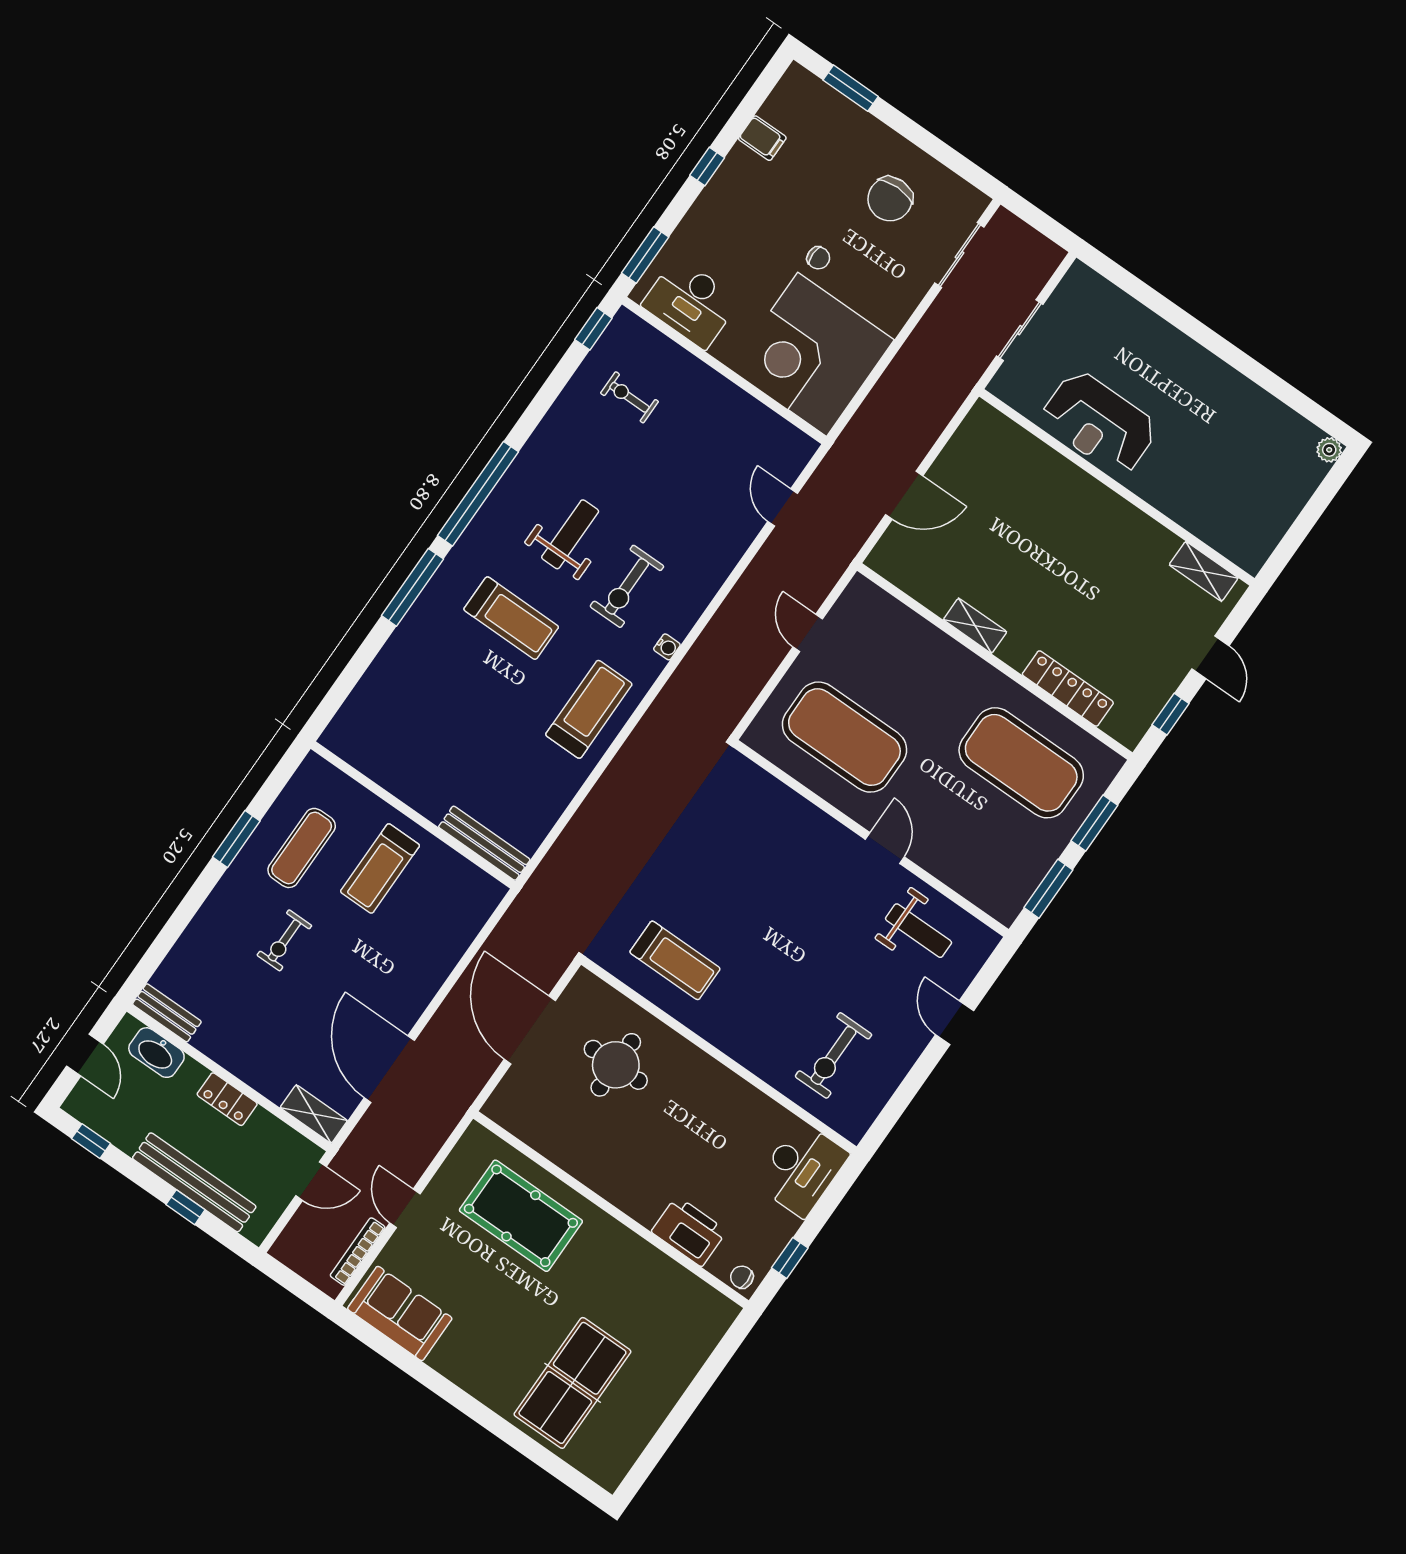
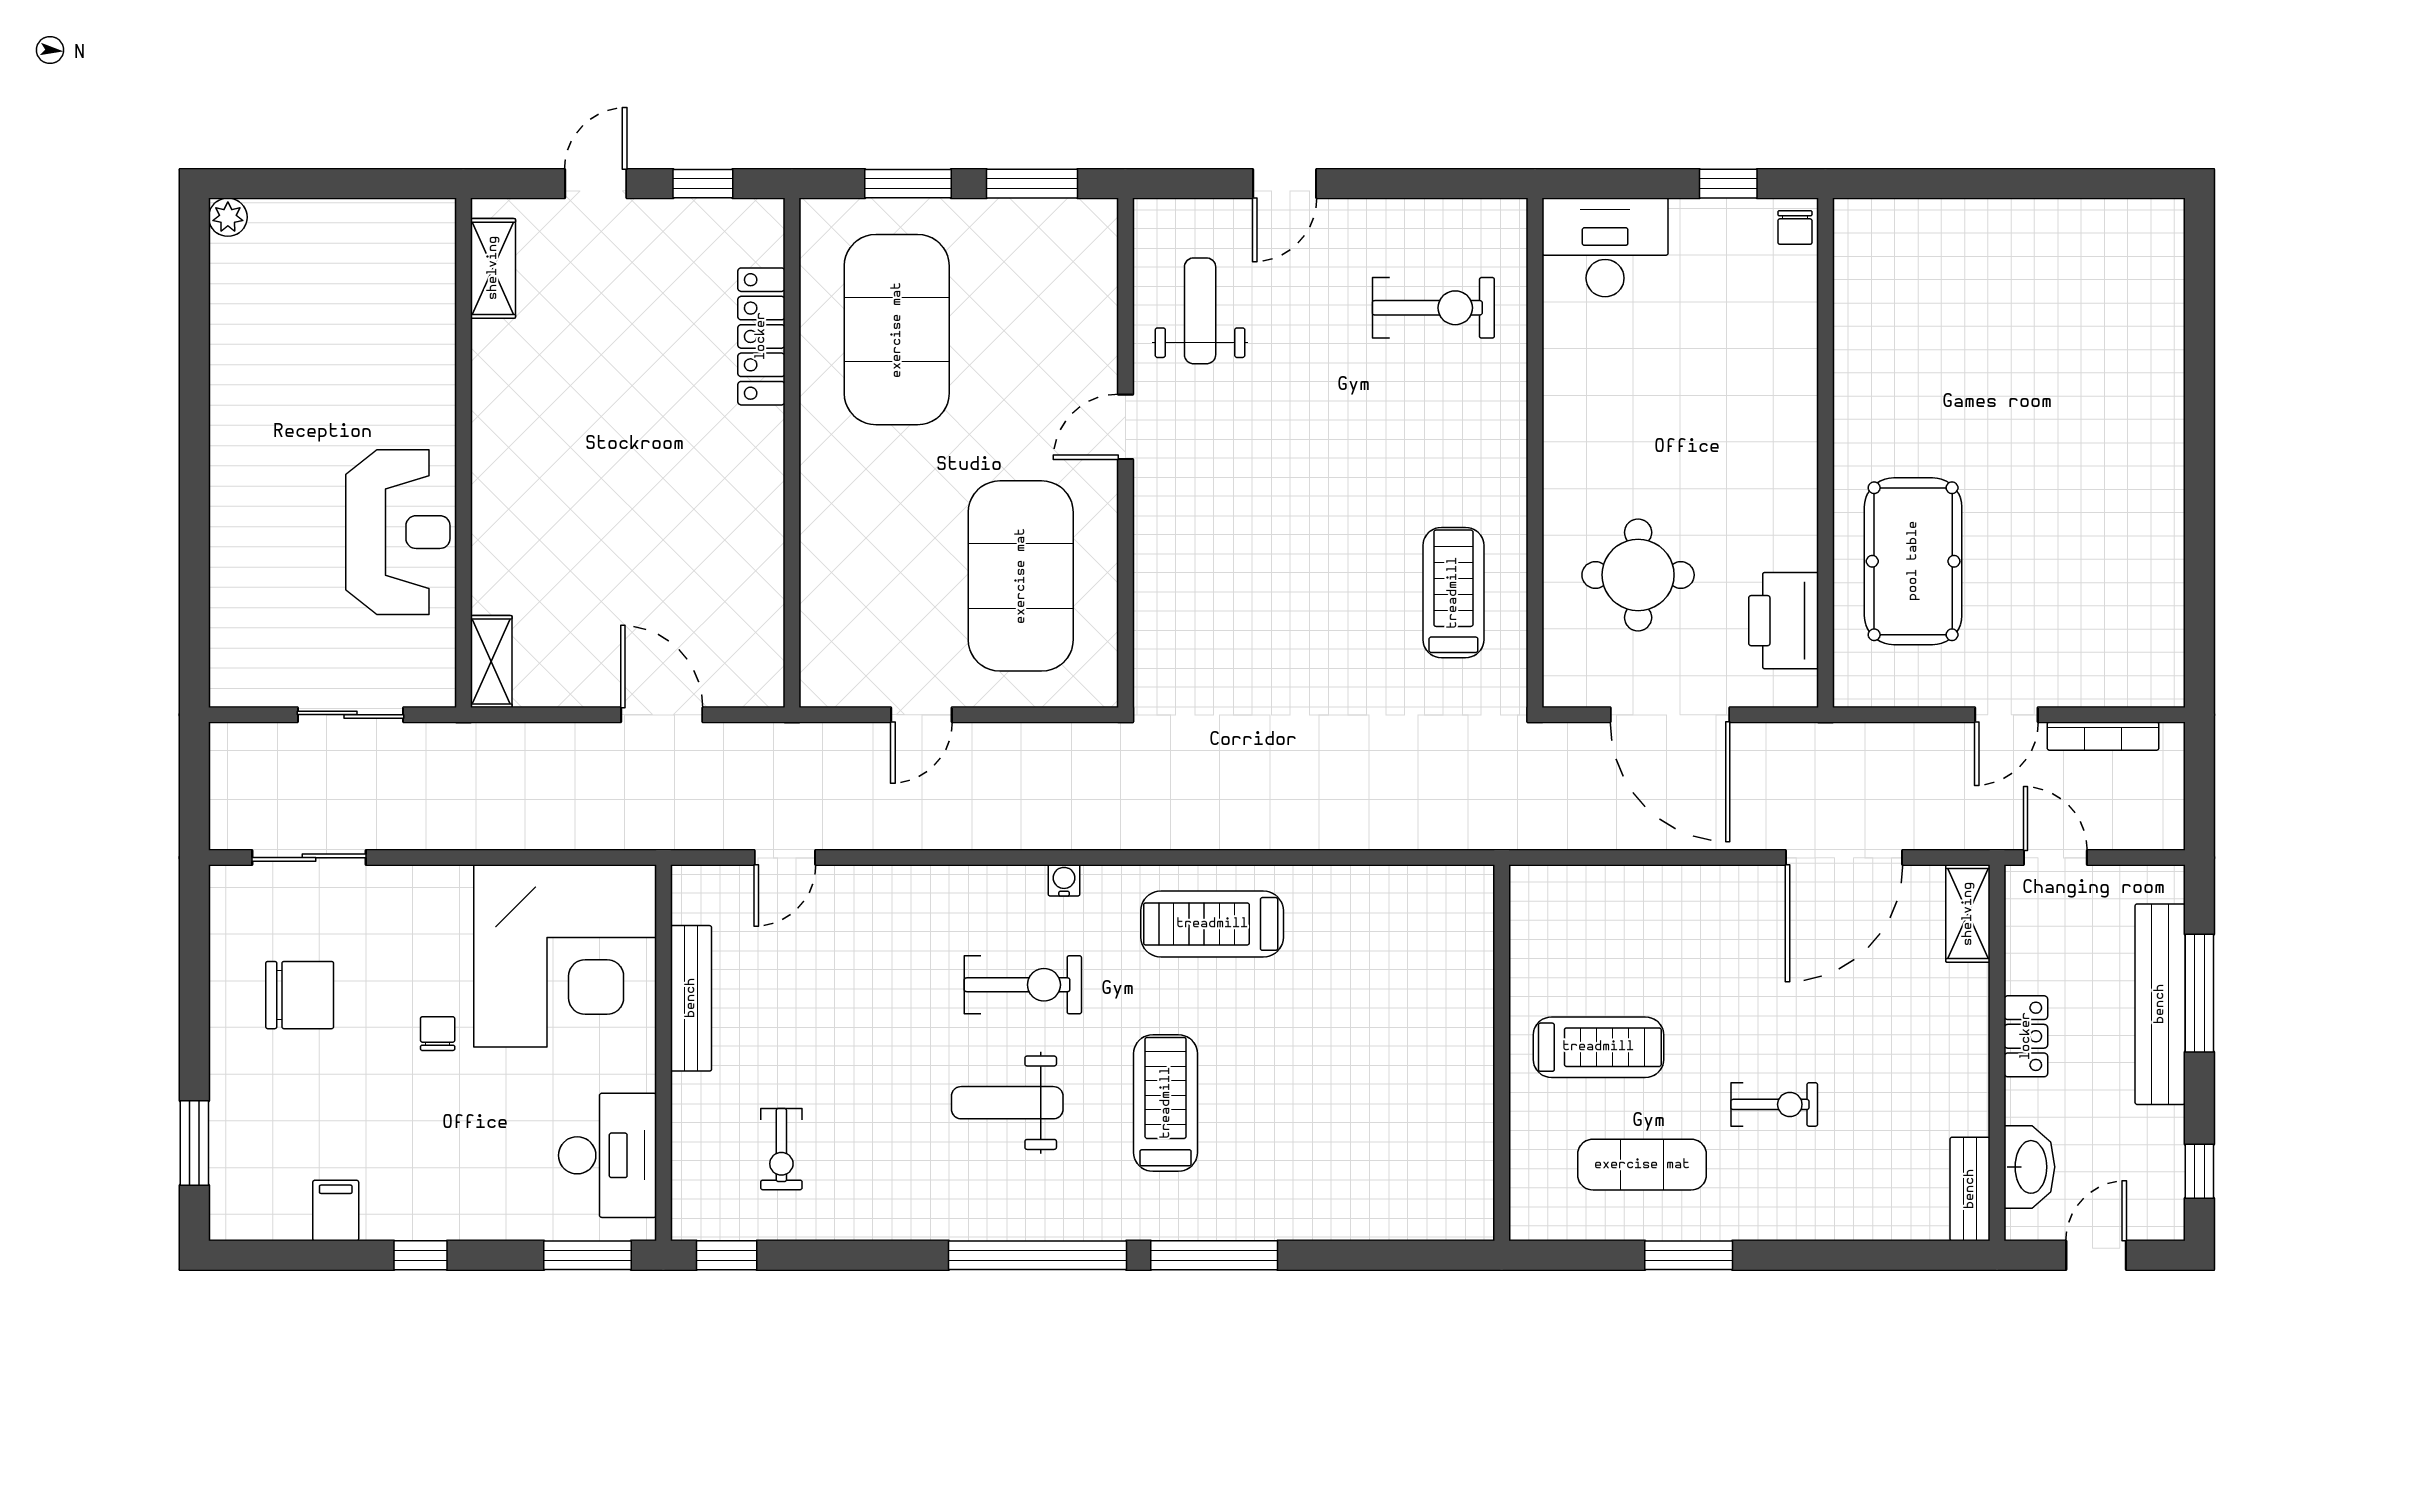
shelving: (975, 626) -> (491, 662), moved
bench: (484, 843) -> (691, 998), moved
door: (530, 1030) -> (1670, 715), hinge flipped
window: (186, 1207) -> (2199, 993), width x2.17
printer: (689, 1231) -> (1784, 621), moved
sofa: (400, 1313) -> (2144, 628), removed
table tennis table: (572, 1383) -> (2079, 348), removed

